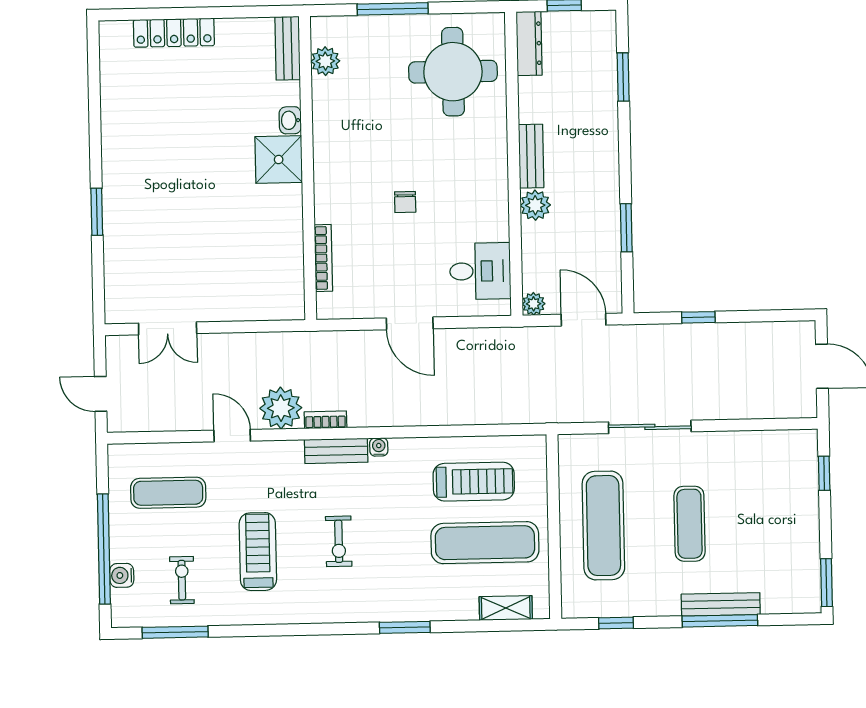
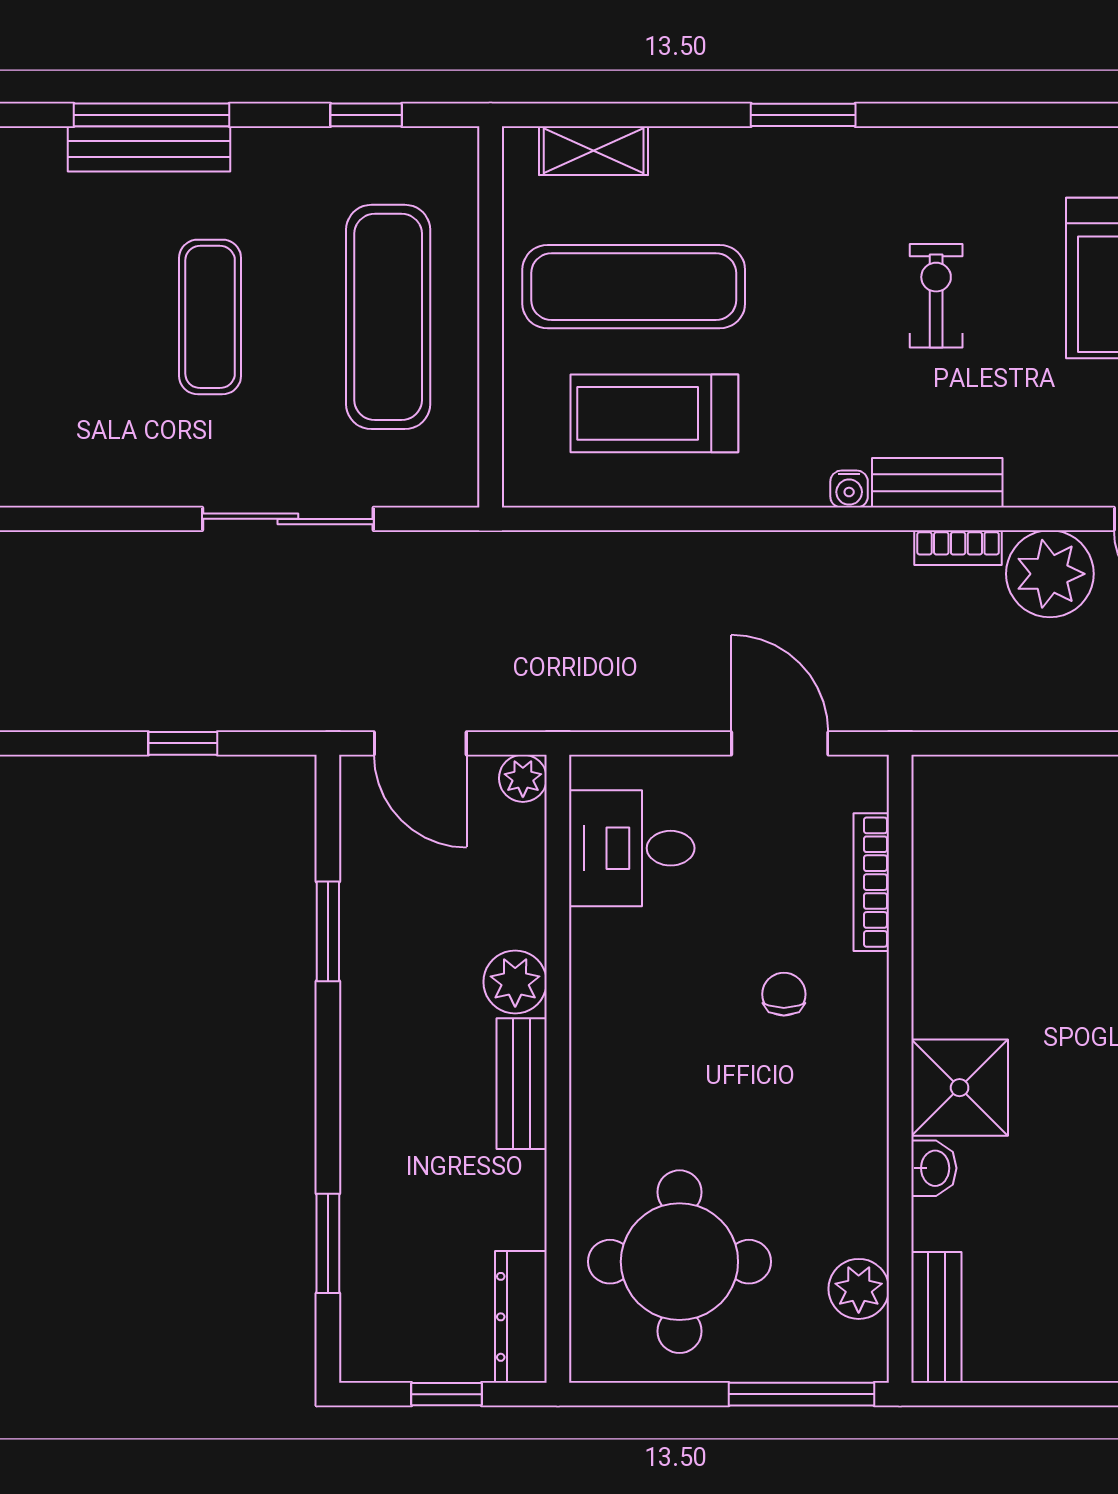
bench: (288, 48) -> (936, 1317), moved
plant: (325, 61) -> (859, 1289), moved
washbasin: (290, 120) -> (934, 1168), moved
shower: (279, 159) -> (960, 1088), moved
wall: (308, 168) -> (900, 1069), moved
bookcase: (323, 258) -> (871, 882), moved

